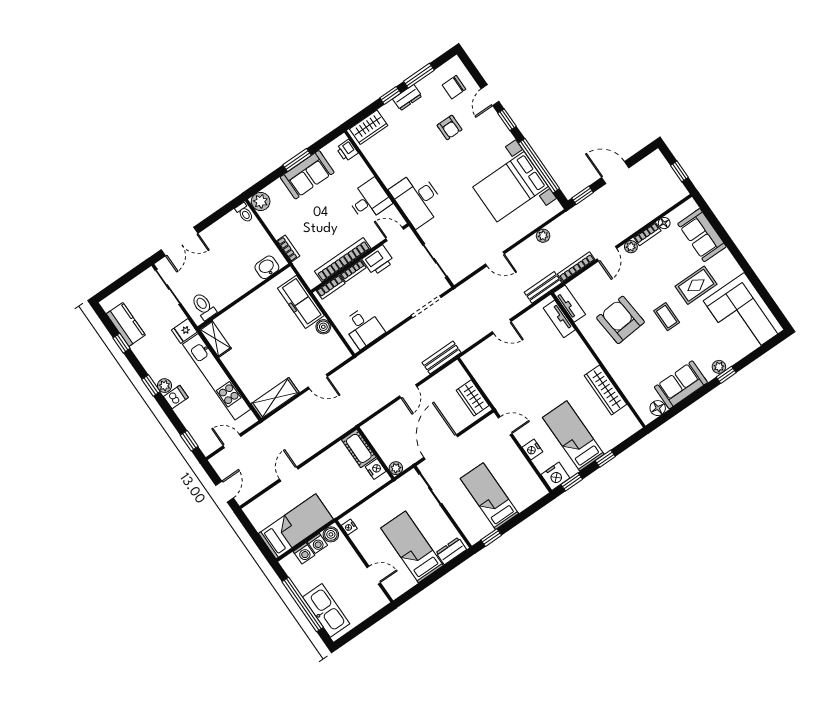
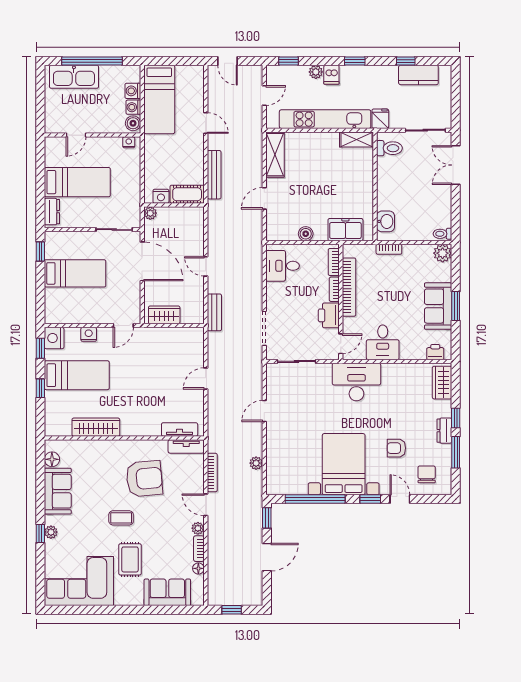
bed with nightstands: (510, 187) -> (344, 464), moved
bench: (543, 287) -> (214, 175), moved, width x1.36
freezer: (301, 302) -> (345, 230), width x0.71
plant: (164, 386) -> (316, 72), moved

